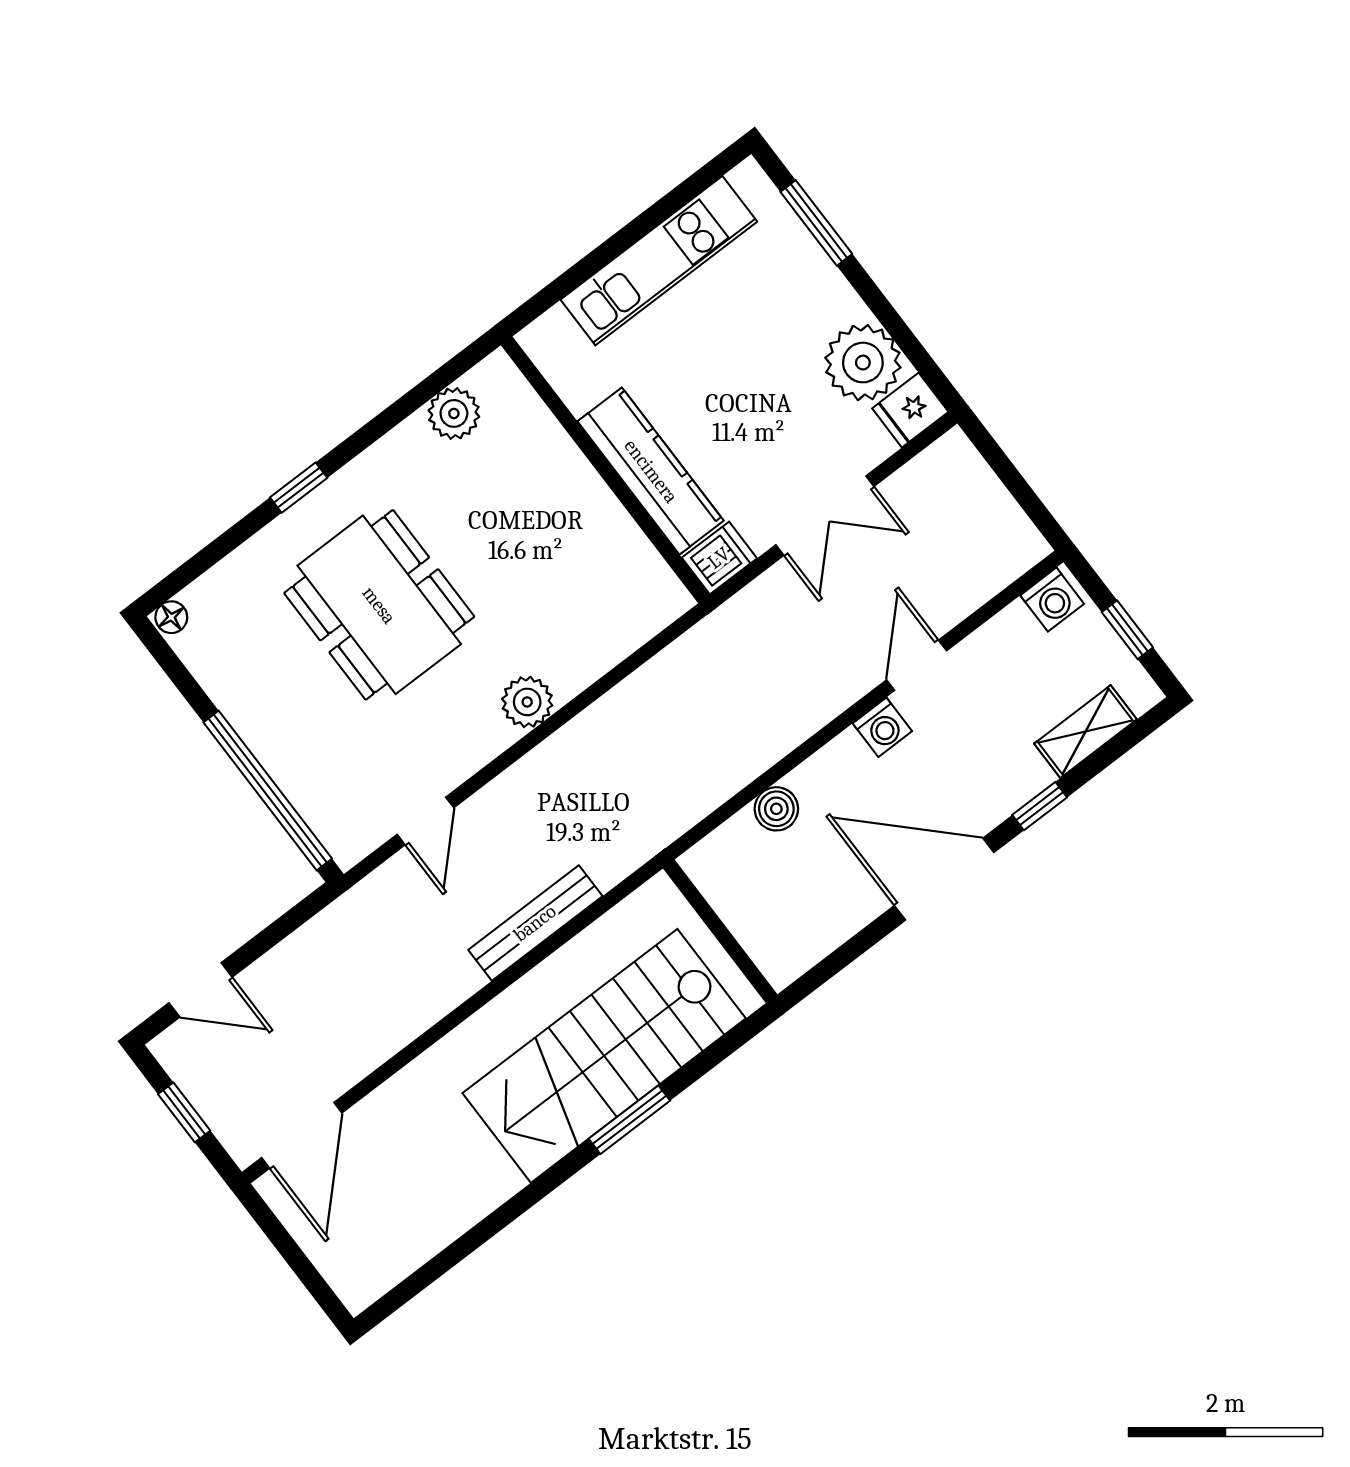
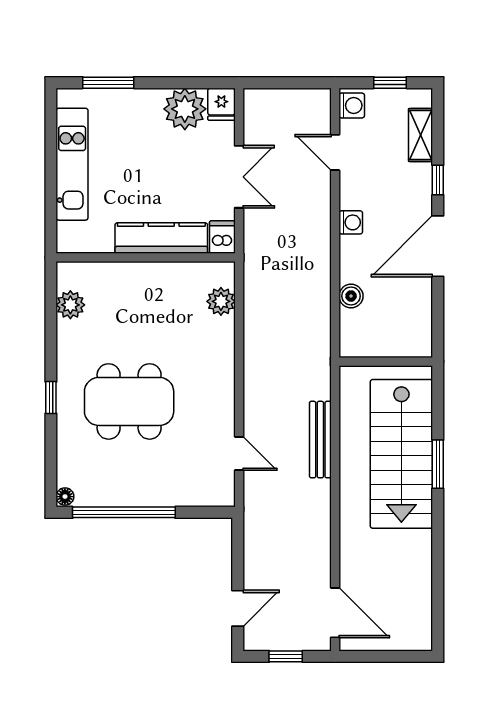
door: (917, 665) -> (335, 152), moved
plant: (527, 702) -> (221, 301), moved
window: (268, 791) -> (124, 512), moved

